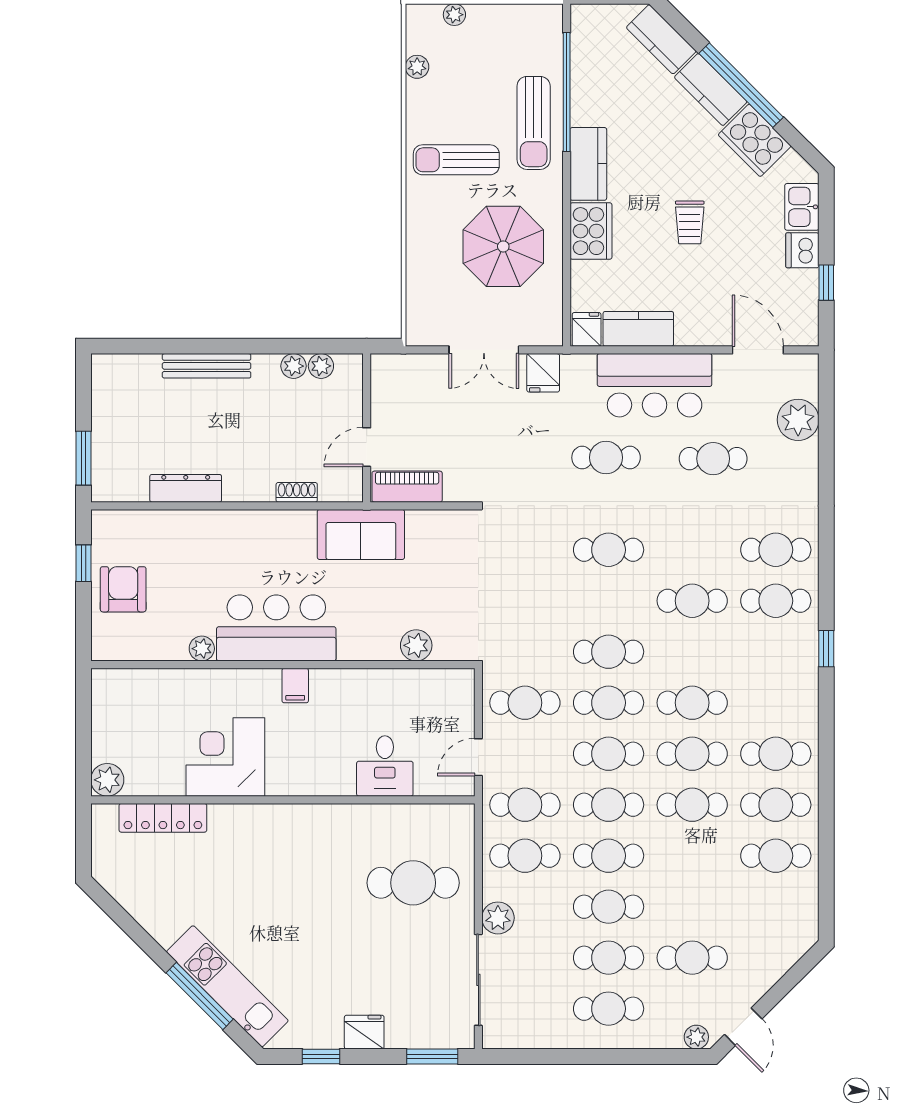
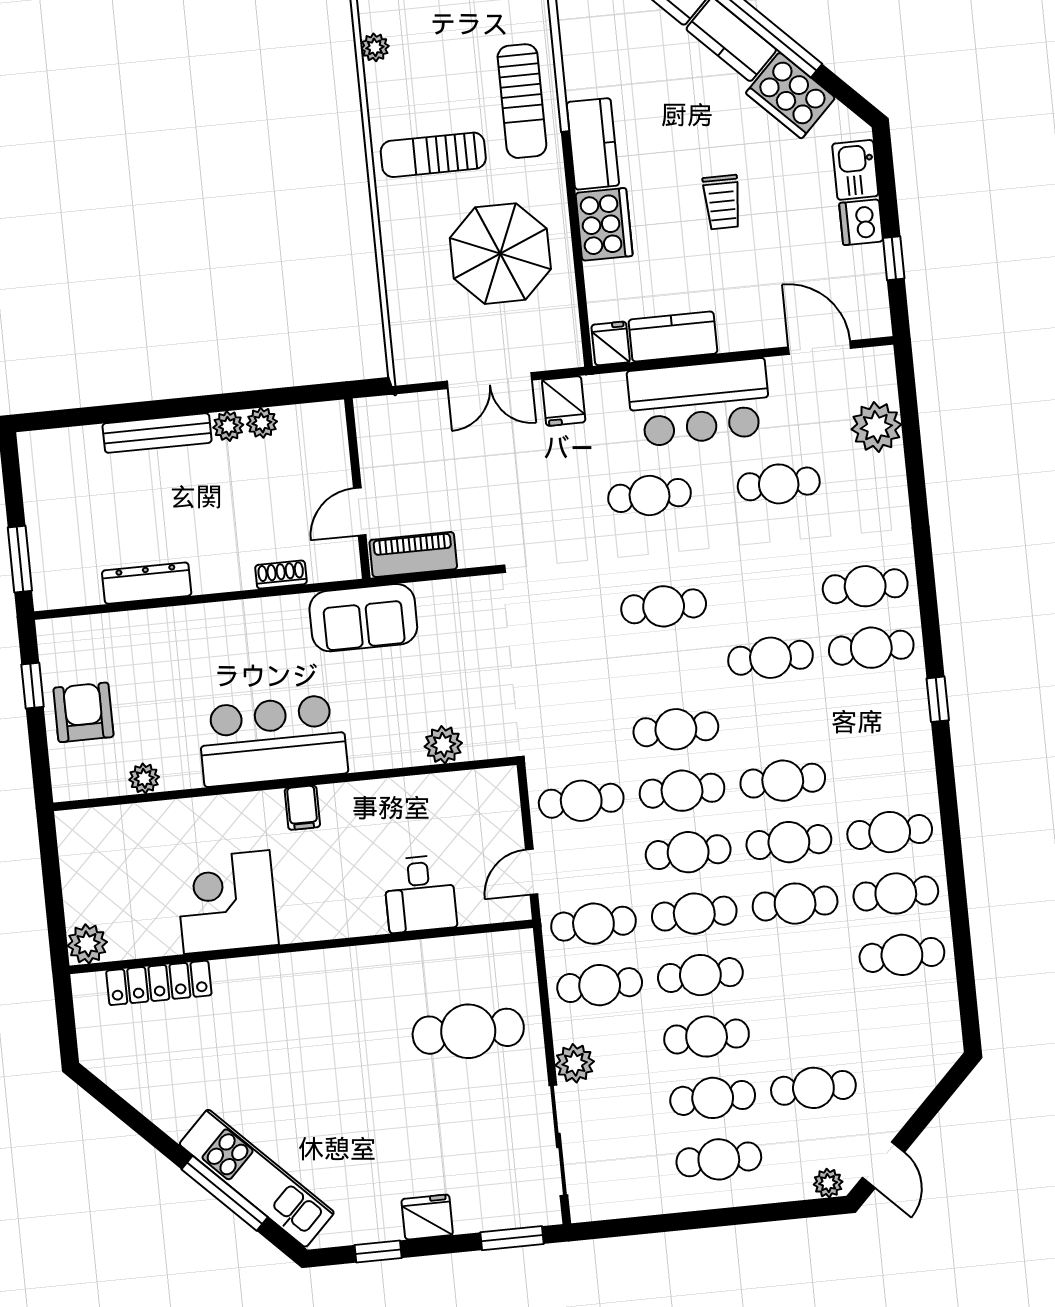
plant: (321, 366) -> (228, 426), moved
plant: (202, 649) -> (144, 778), moved

